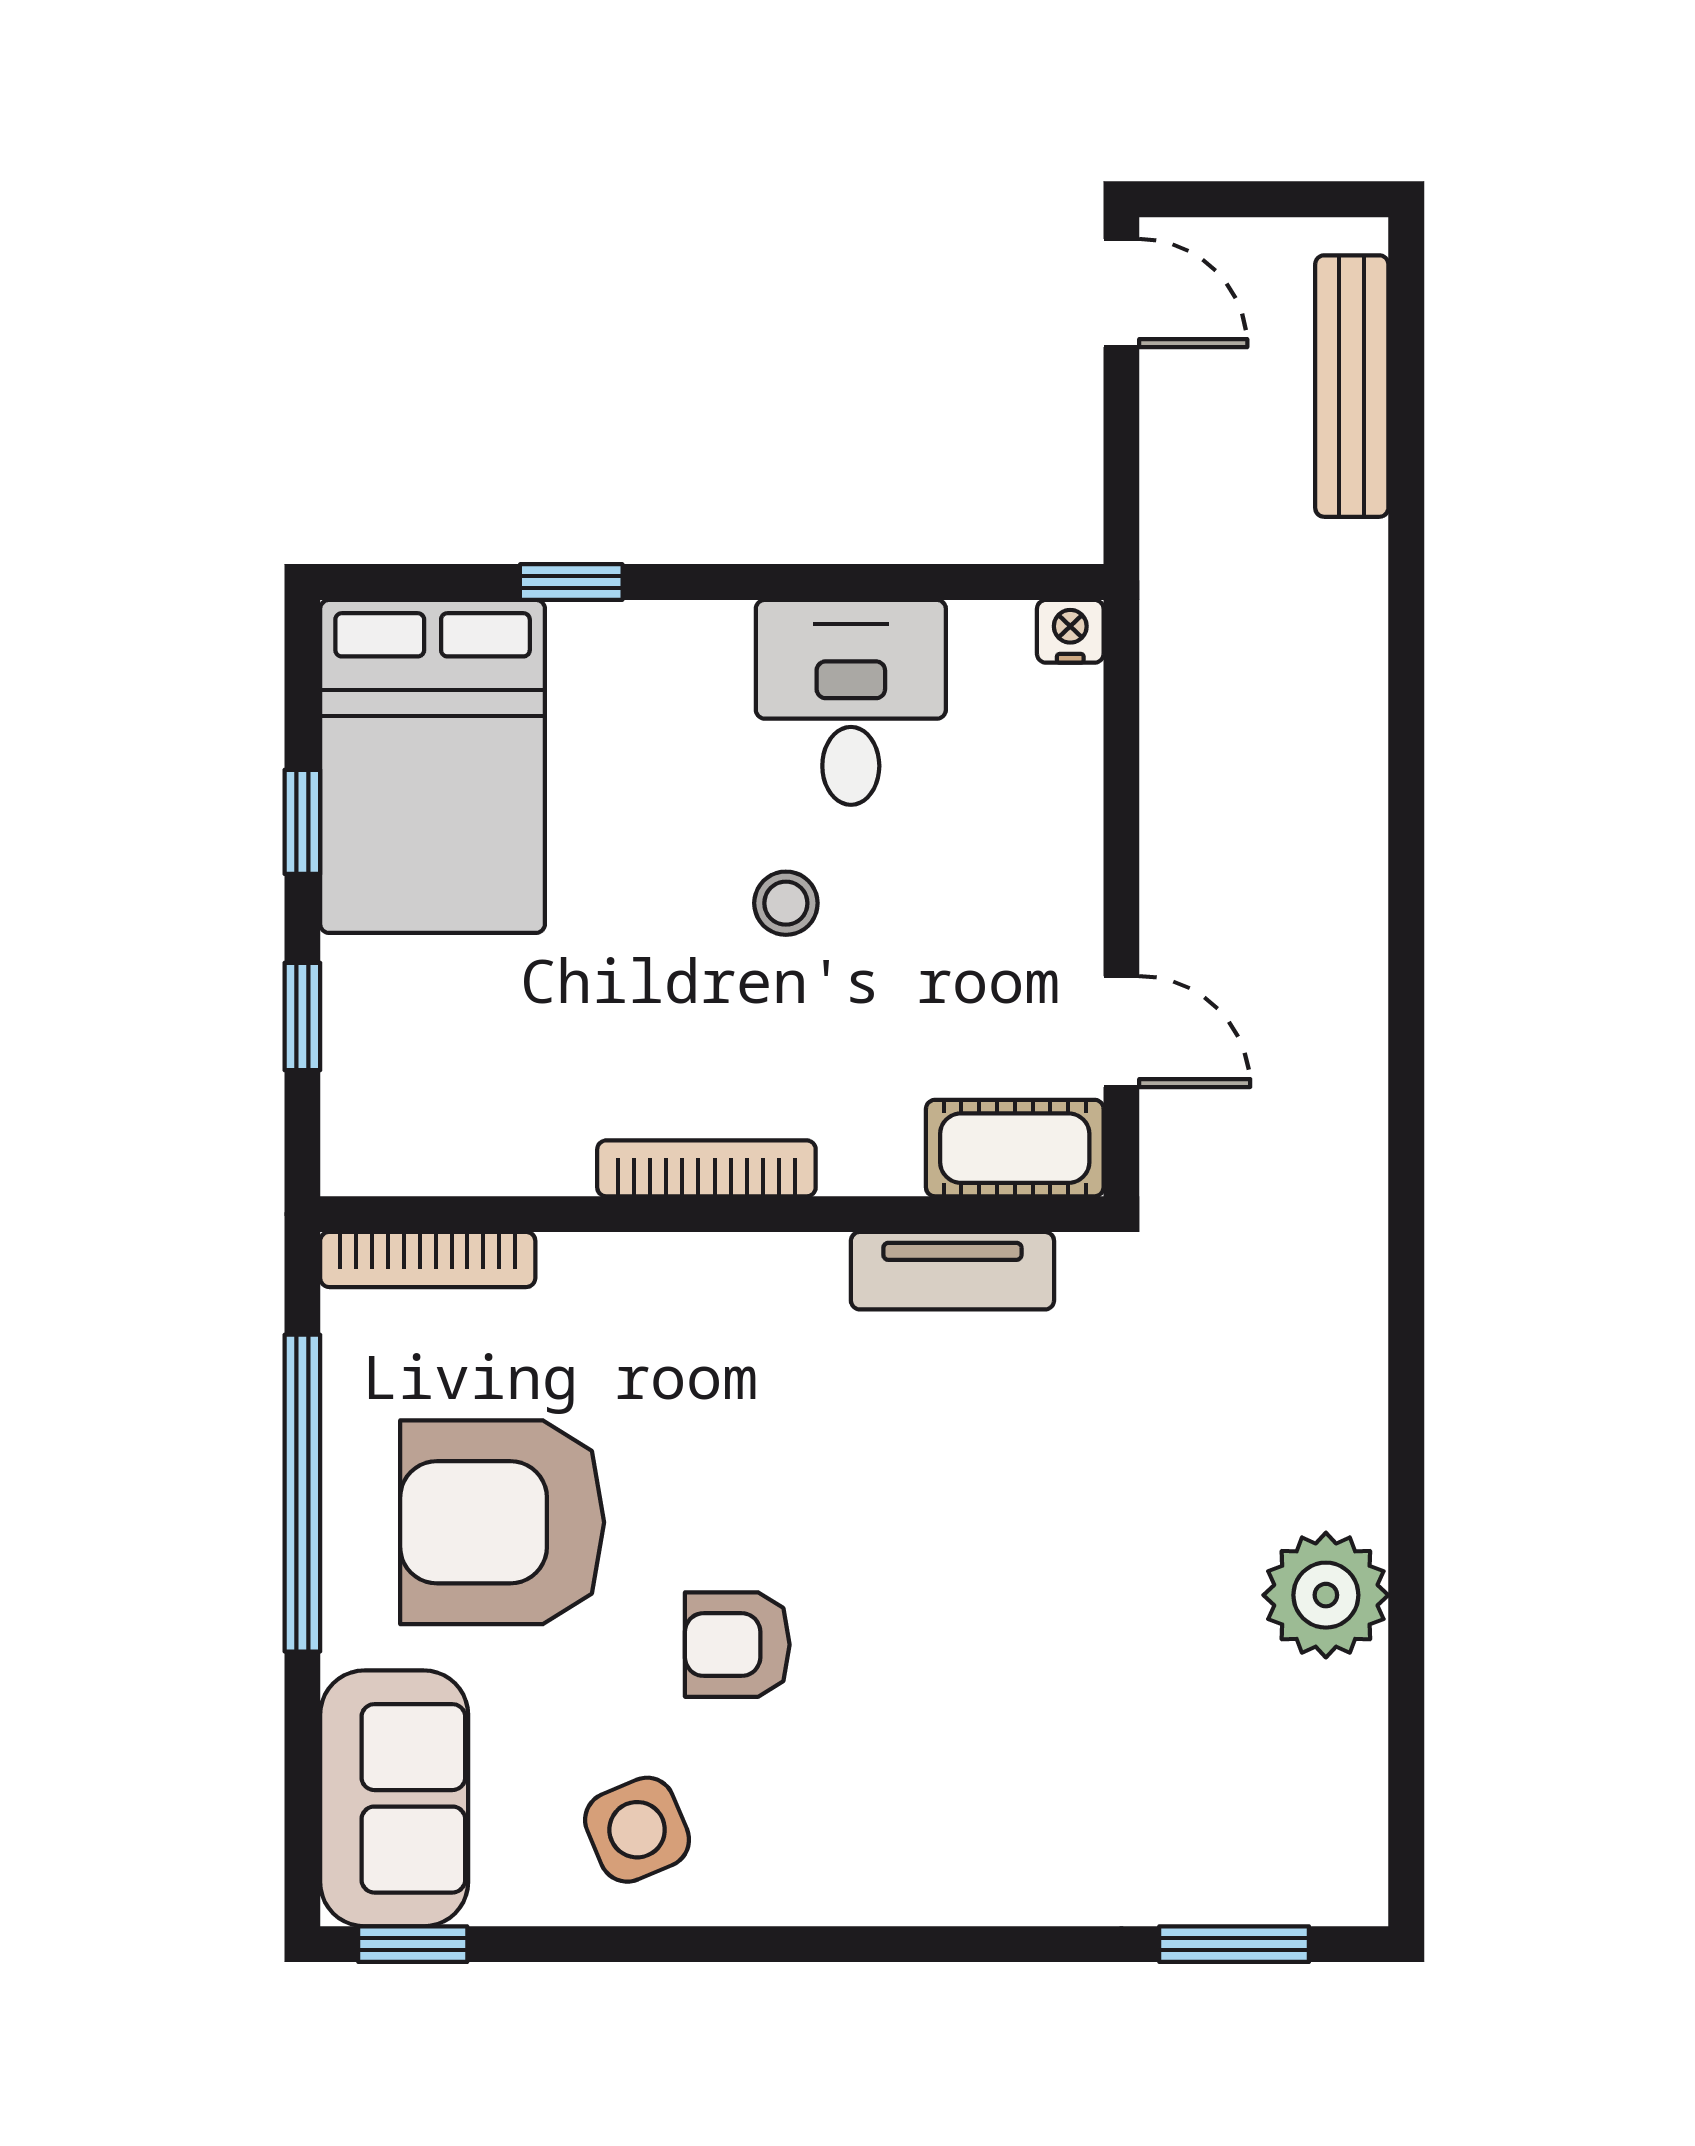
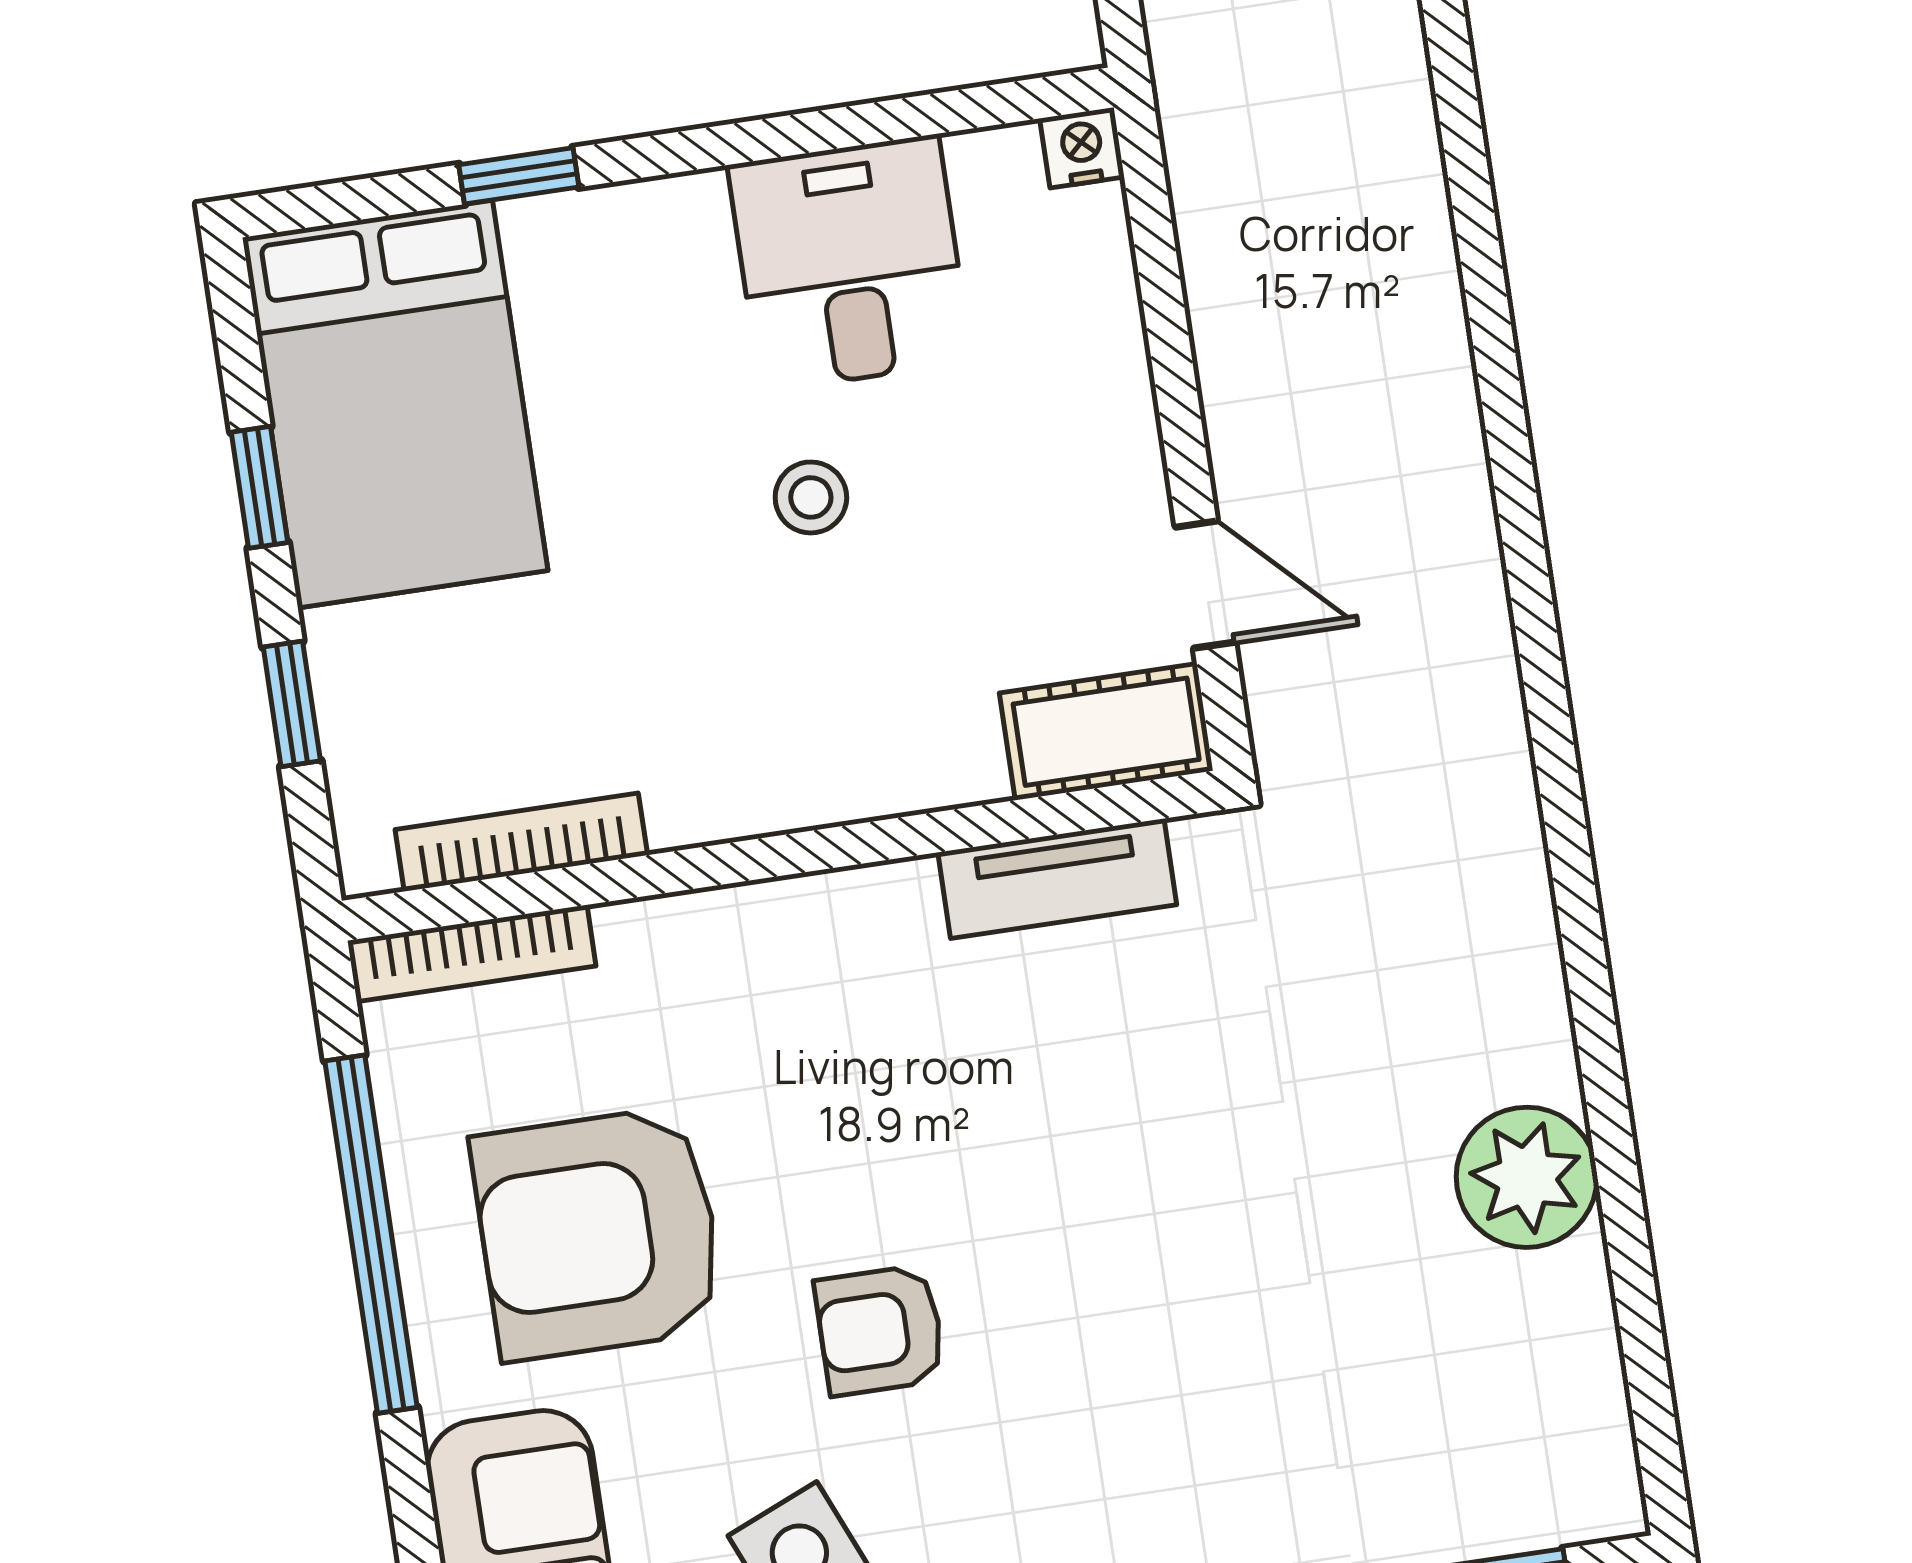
bookcase: (706, 1168) -> (521, 842), moved

